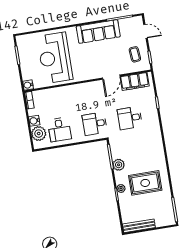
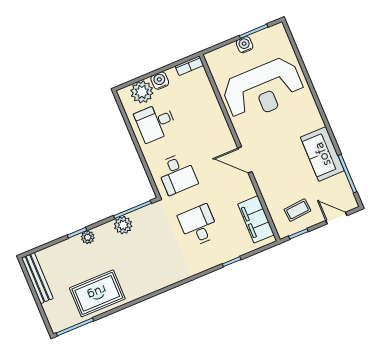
sofa: (98, 31) -> (322, 154), width x0.73
door: (146, 31) -> (336, 218), swing flipped
reception desk: (55, 58) -> (263, 89), turned 180
door: (111, 77) -> (245, 160), moved
water cooler: (28, 85) -> (245, 45), moved
desk: (95, 124) -> (177, 174), turned 180
rug: (145, 183) -> (97, 293), moved, turned 90

